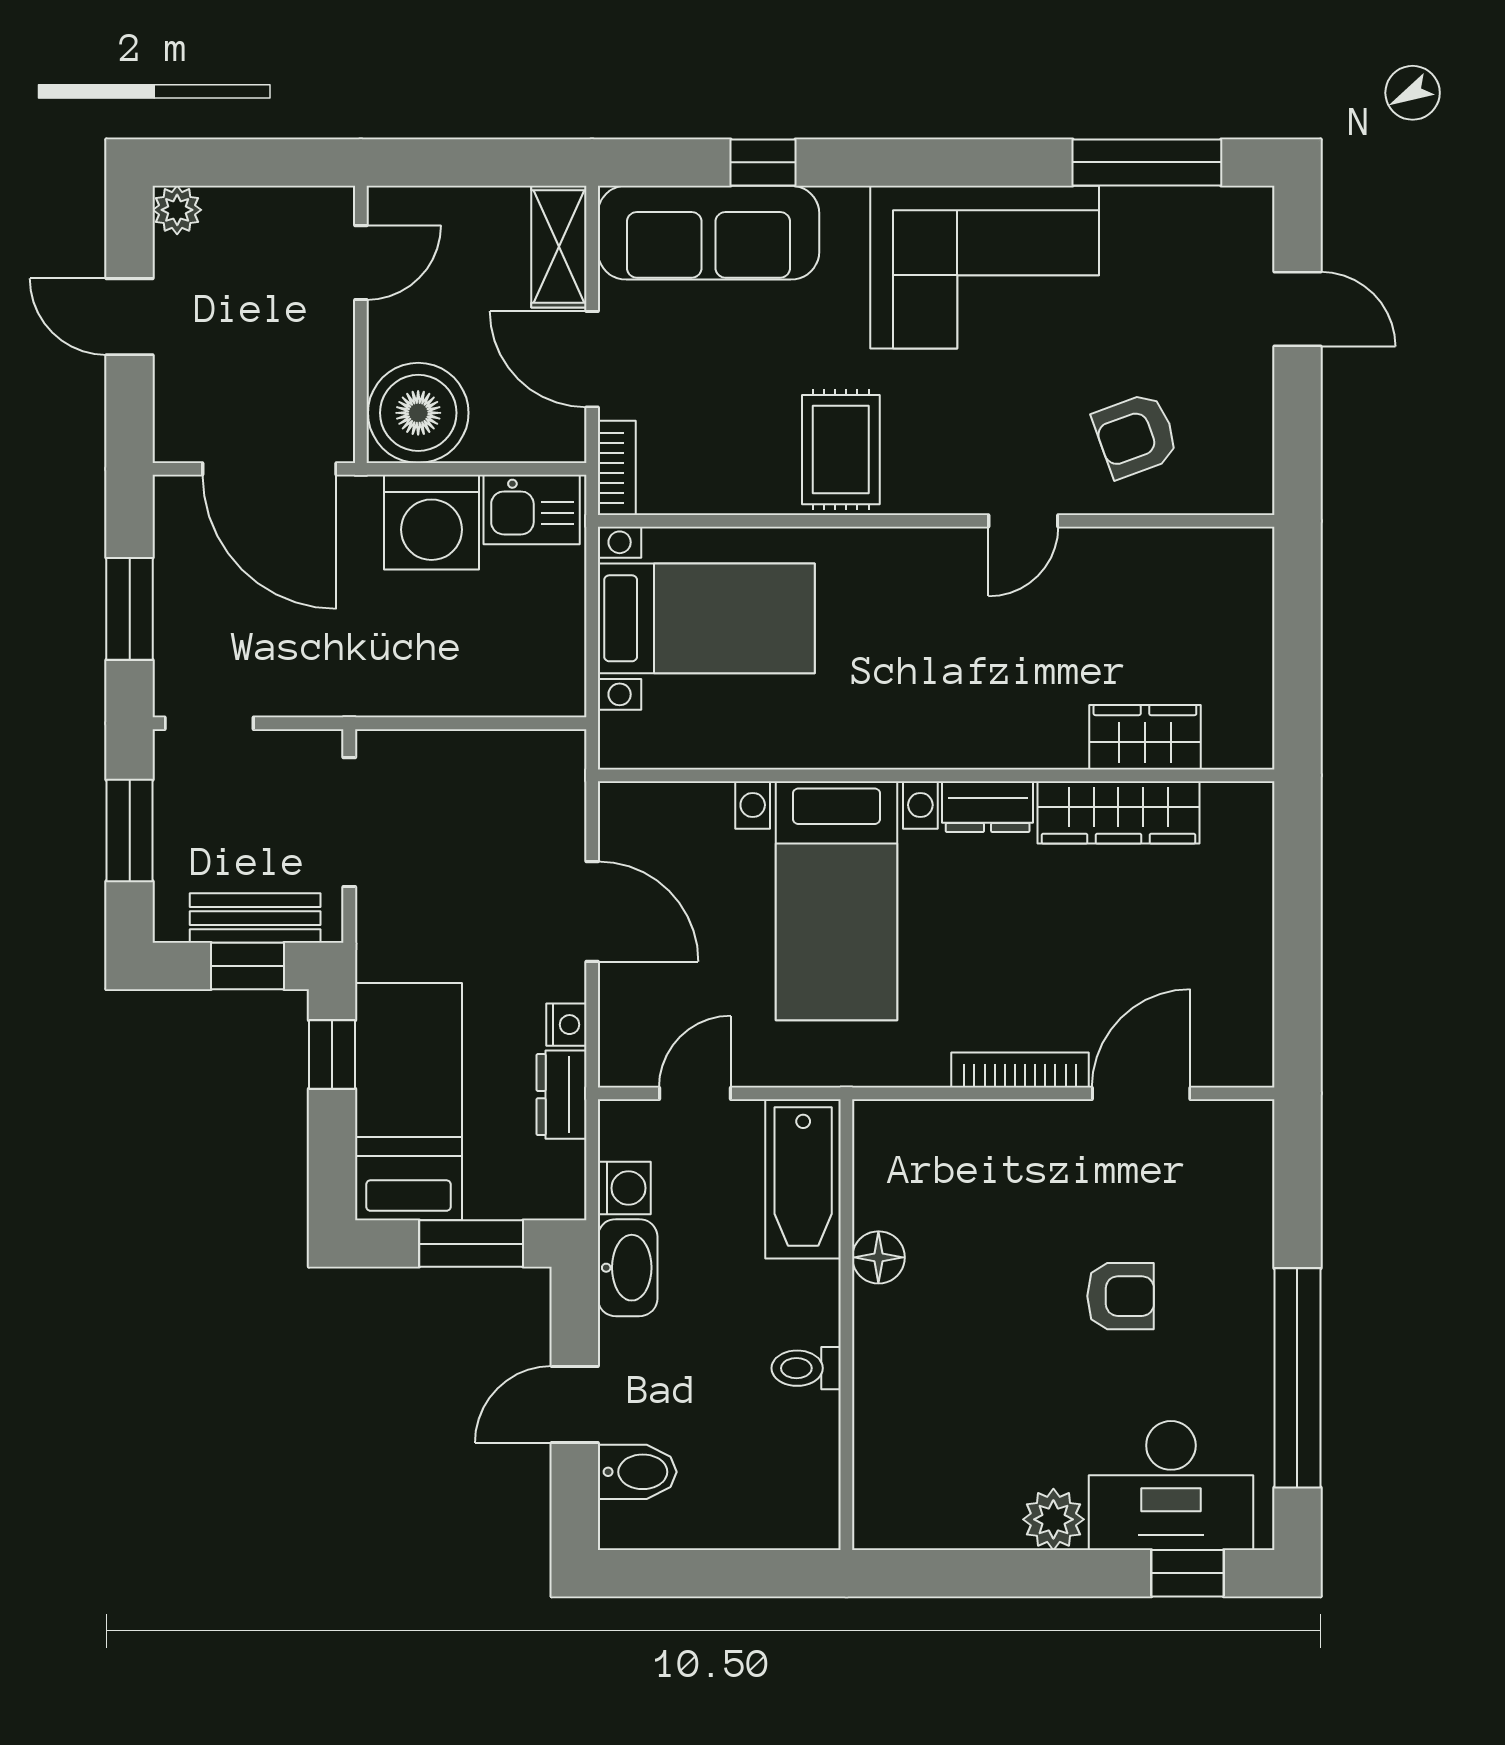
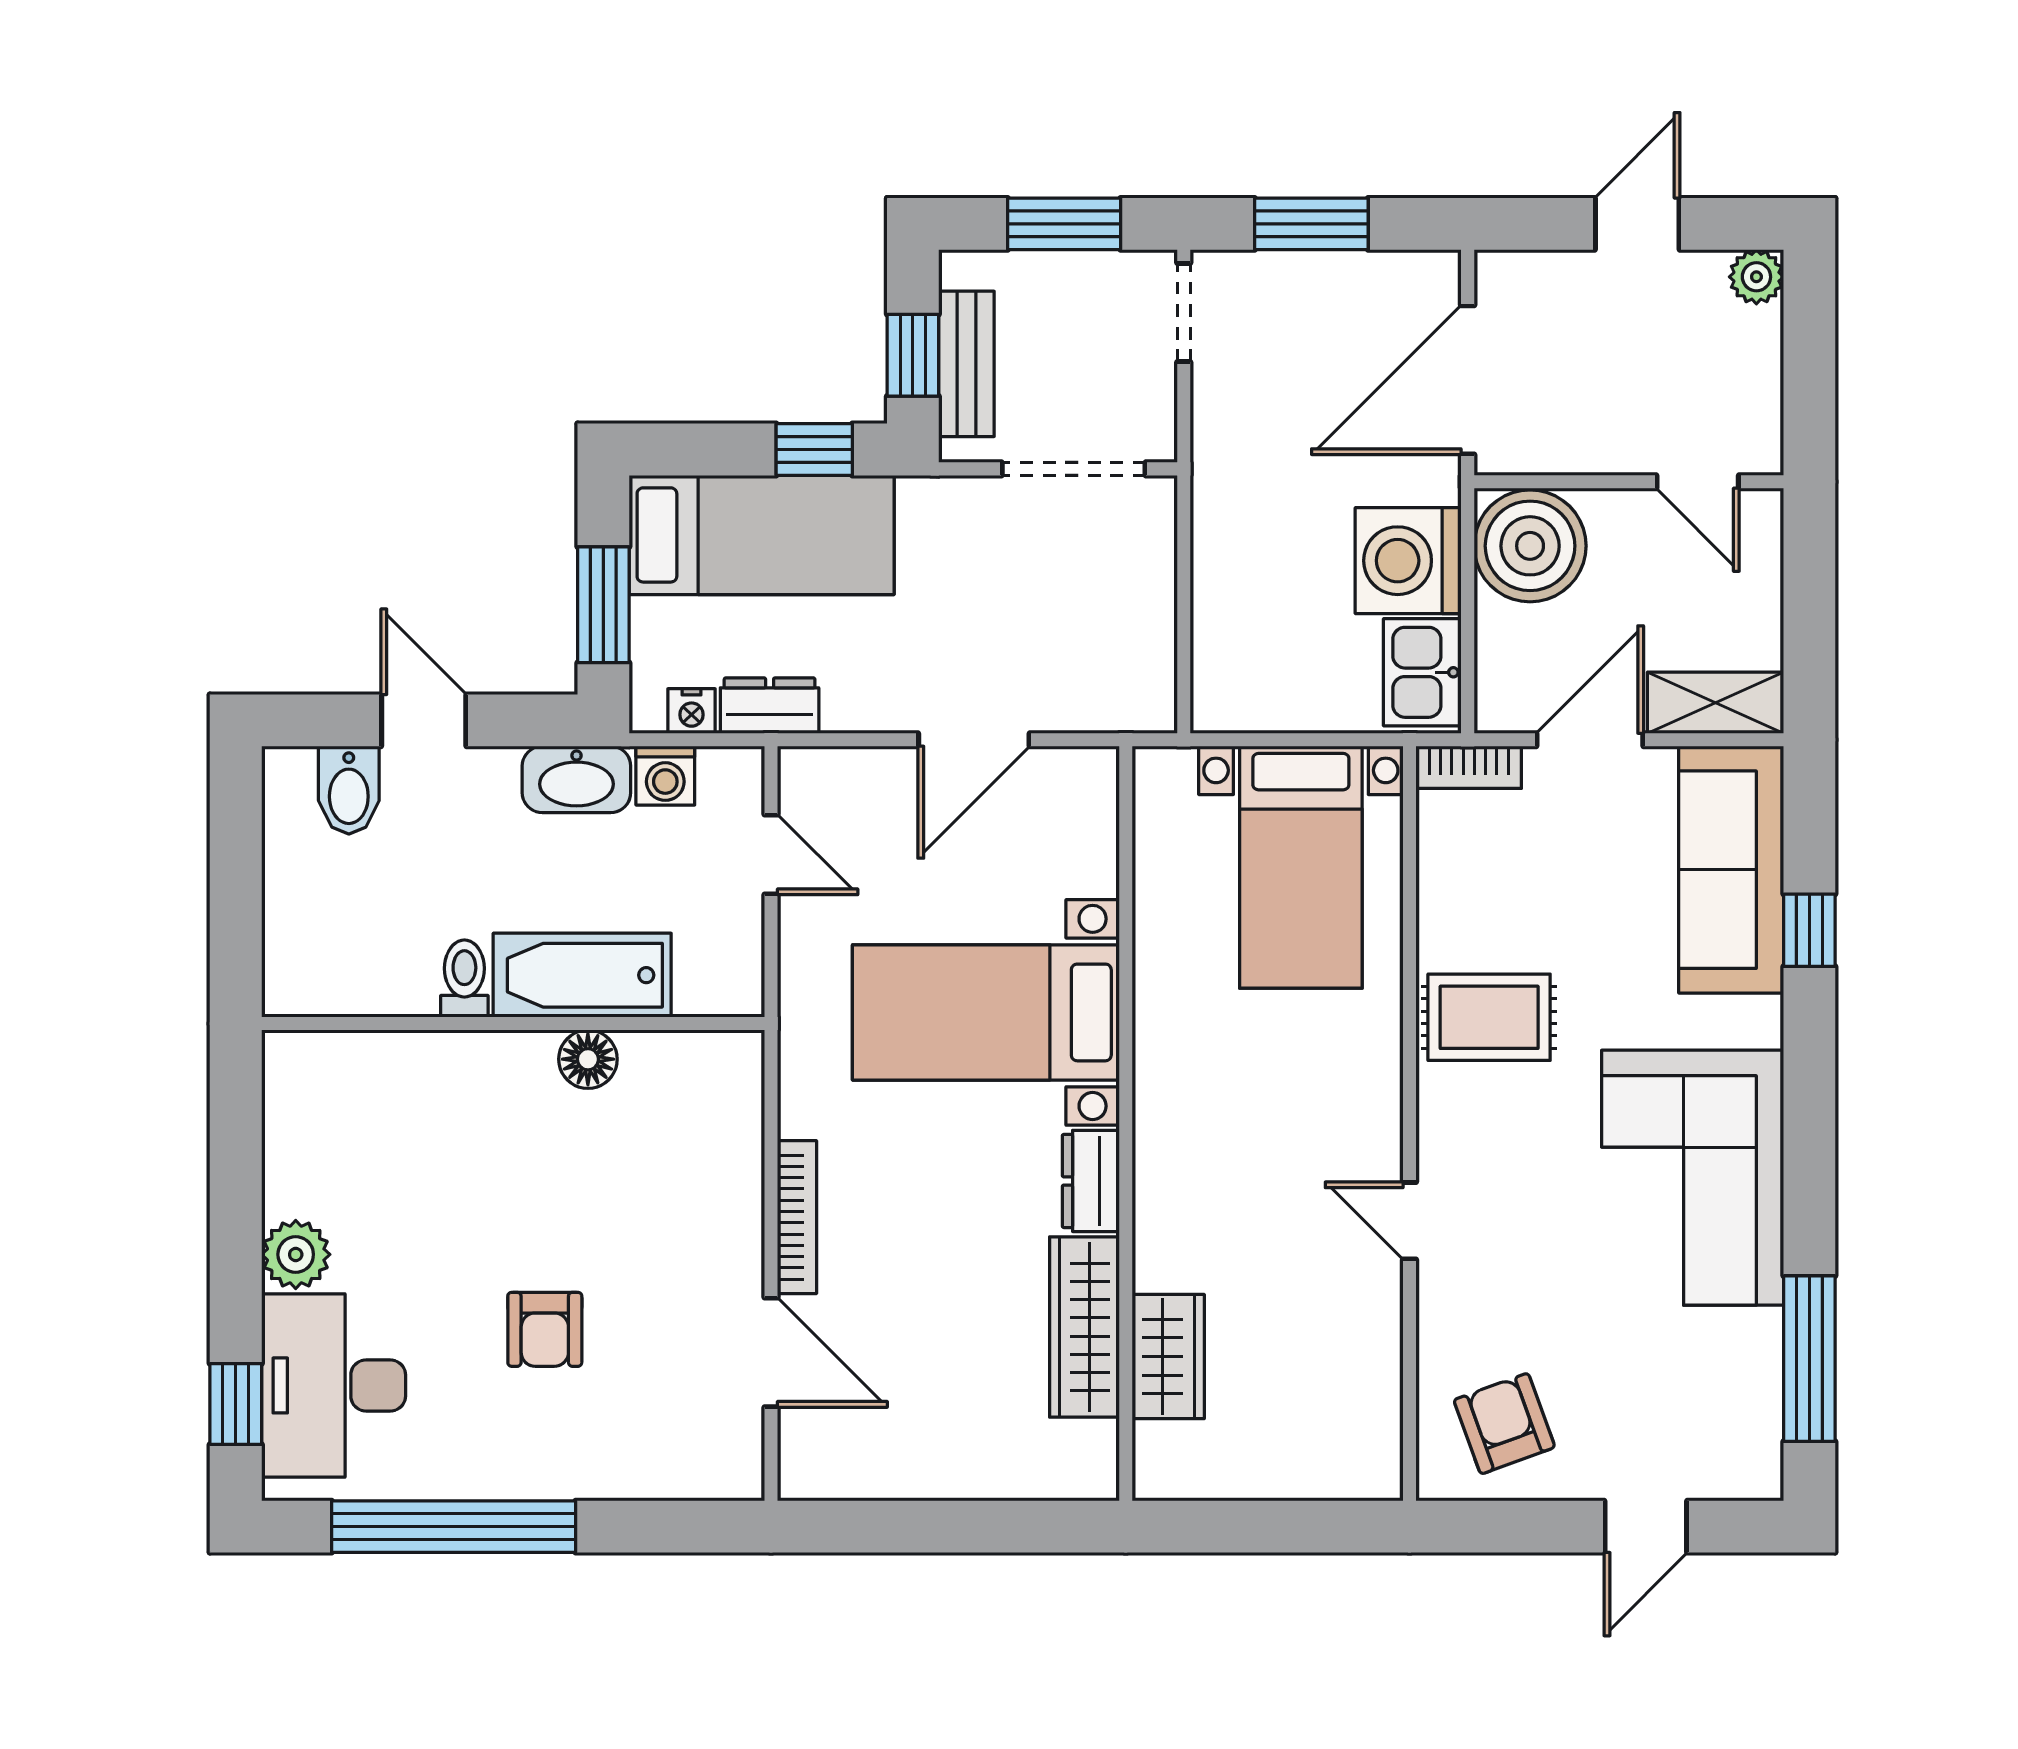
armchair: (1136, 435) -> (1504, 1424), moved
nightstand: (566, 1025) -> (691, 711), moved
bathtub: (803, 1179) -> (582, 975), moved

